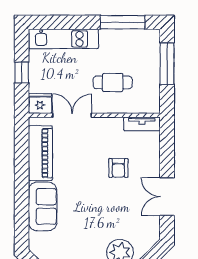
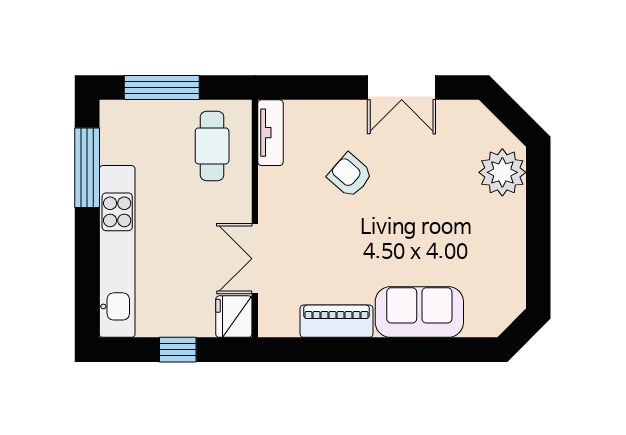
kitchen unit: (63, 39) -> (117, 251), width x1.36
cafe table: (113, 82) -> (212, 146), moved
piano: (40, 153) -> (337, 321), width x0.73, depth x0.75
armchair: (118, 168) -> (350, 175), turned -139

